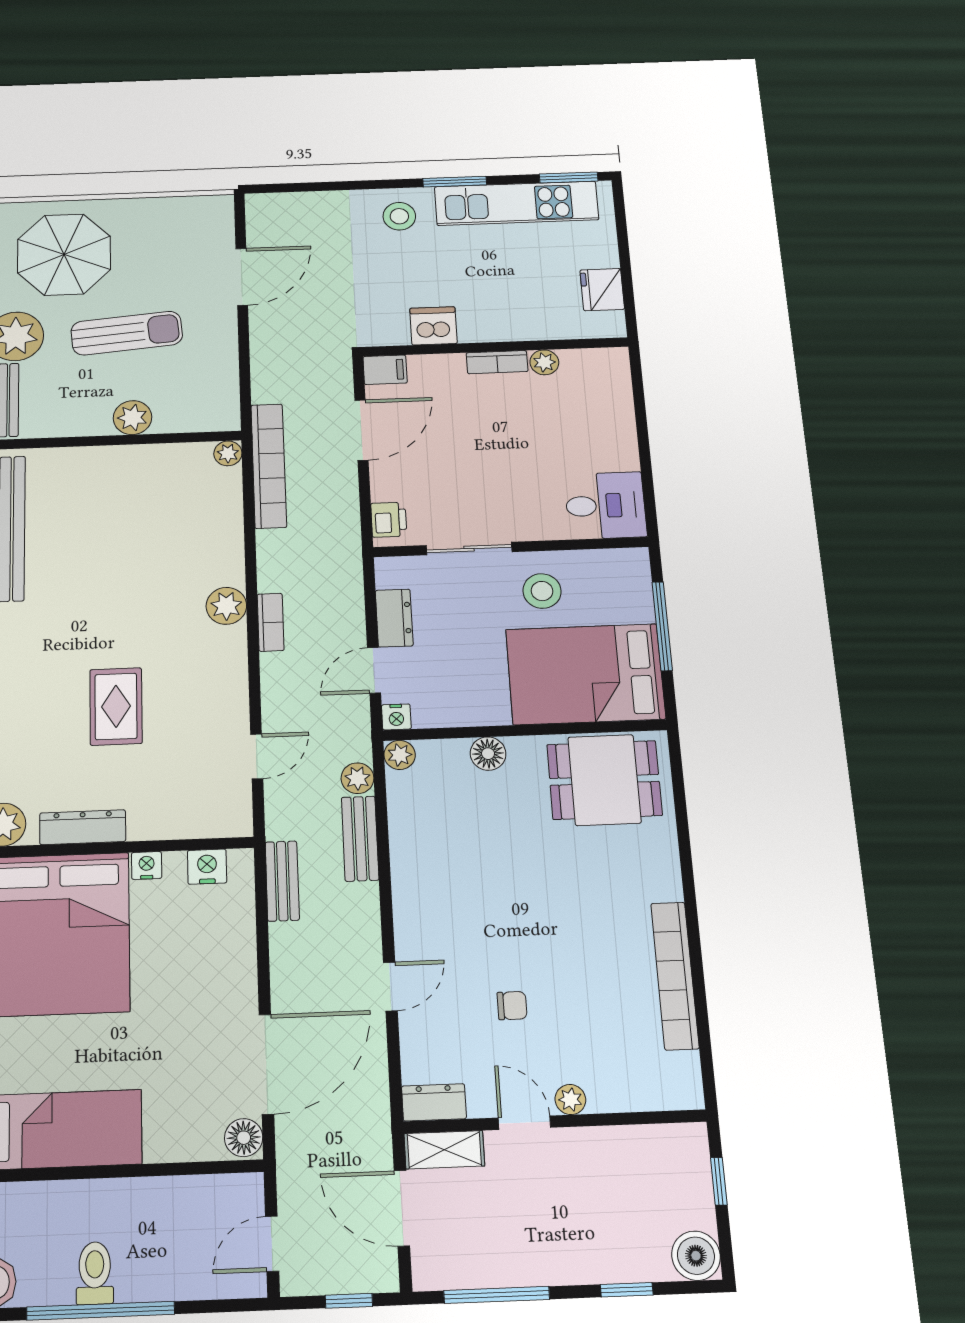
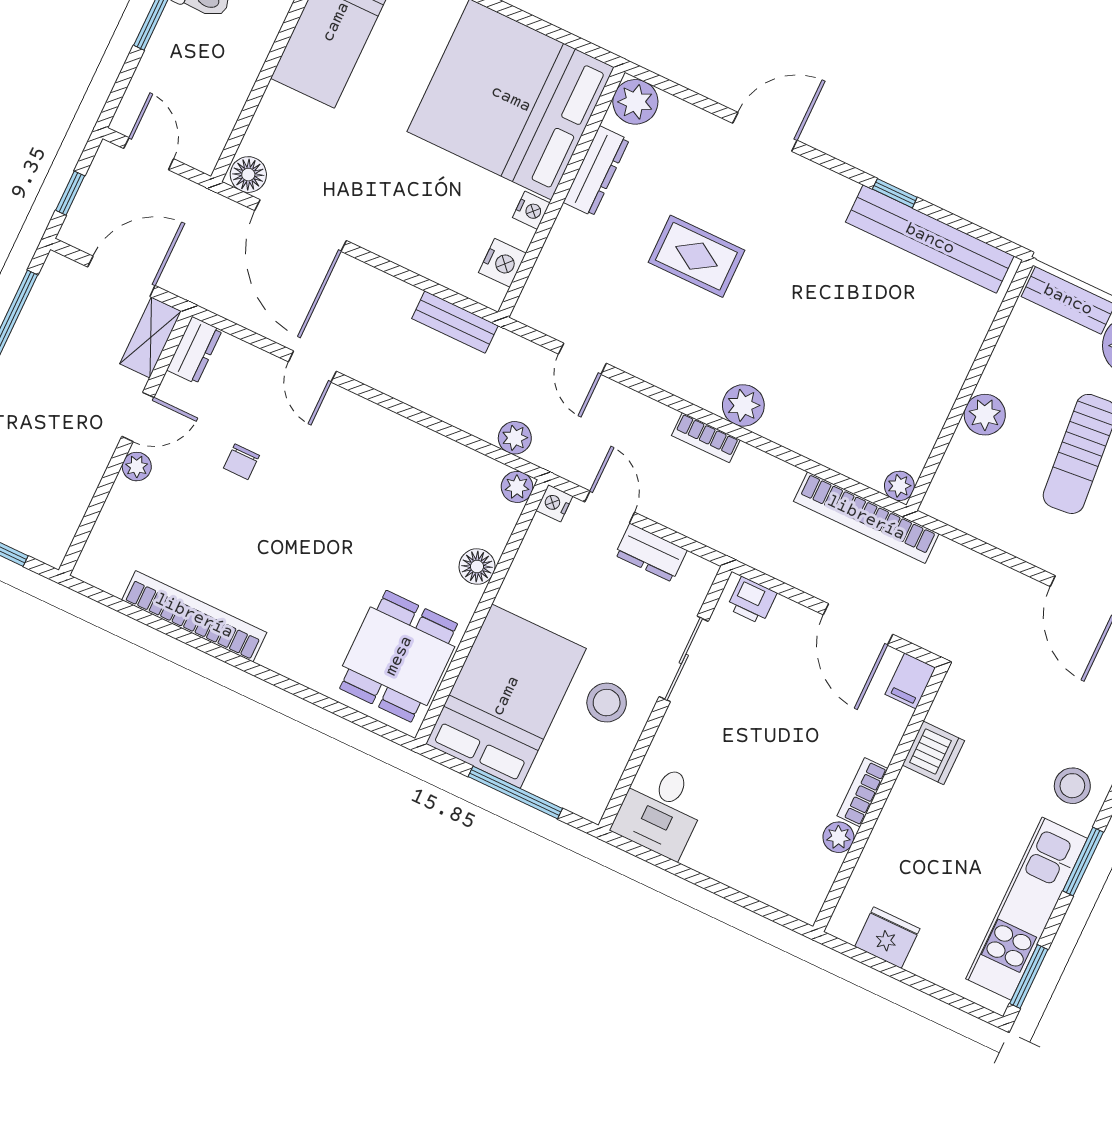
bench: (360, 839) -> (458, 411), removed

